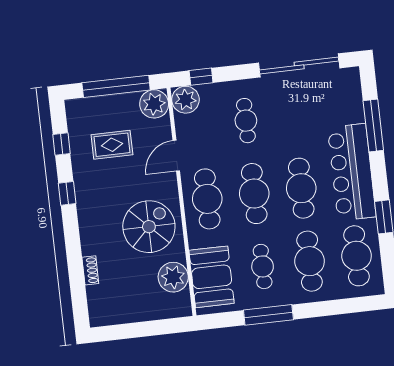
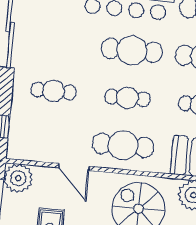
plant: (186, 100) -> (21, 146), removed
cafe table: (254, 194) -> (127, 98), width x0.73, depth x0.74

